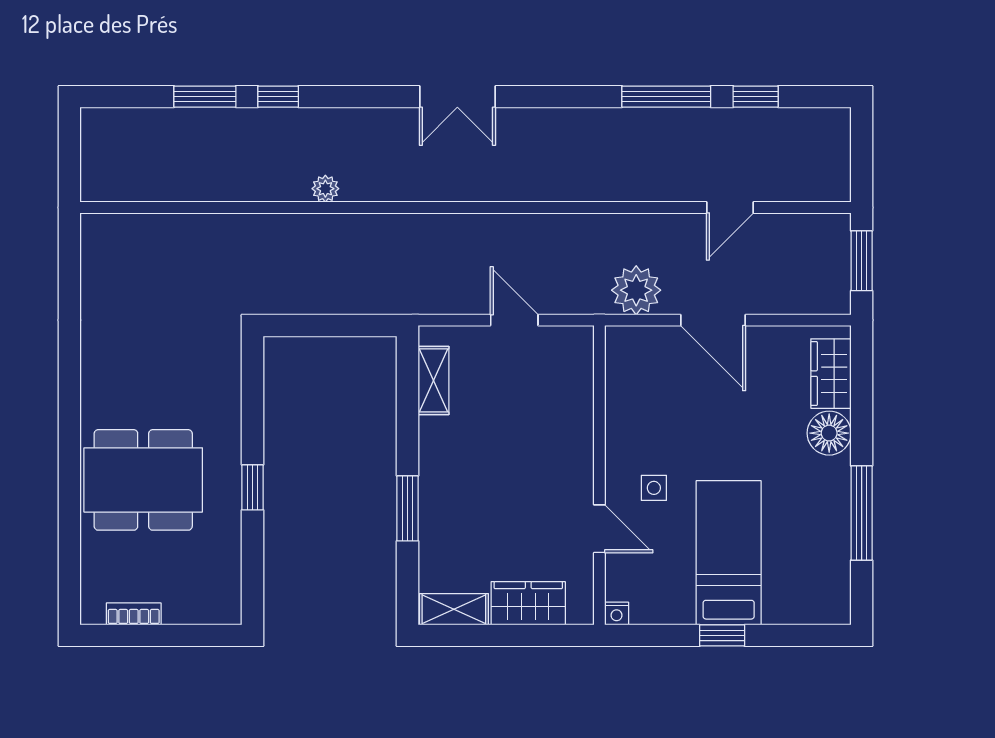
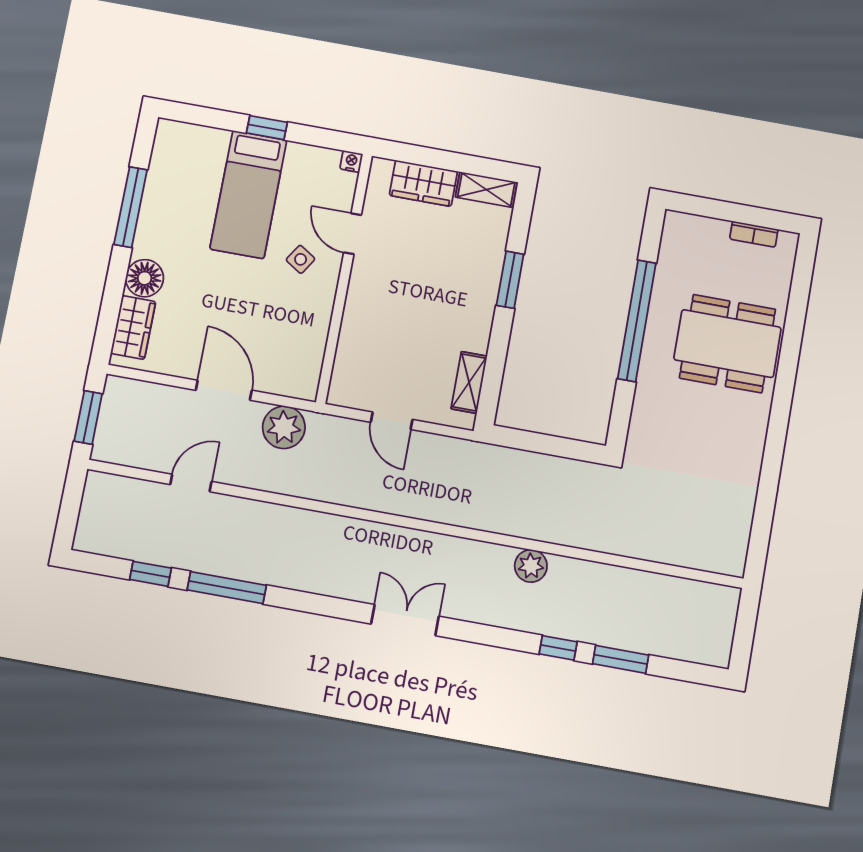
plant: (325, 189) -> (531, 566), width x1.38, depth x1.38
window: (253, 487) -> (637, 321), width x3.17
side table: (654, 488) -> (301, 259), turned 33

